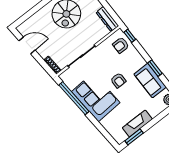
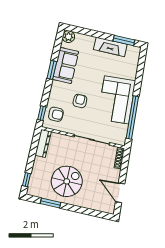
armchair: (118, 80) -> (80, 101), moved

